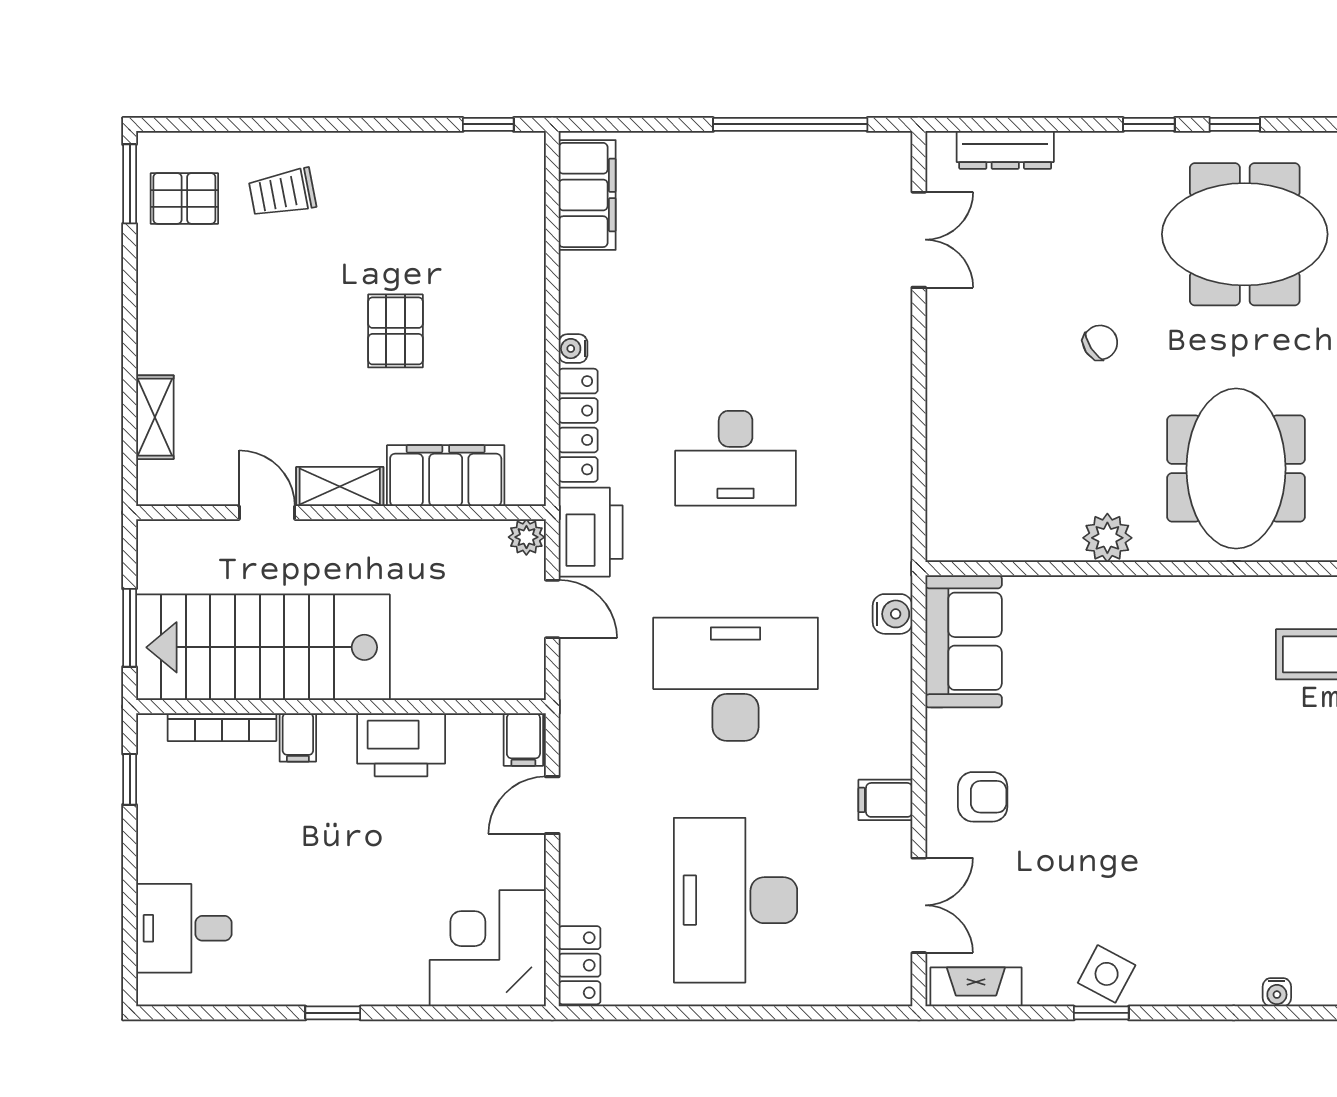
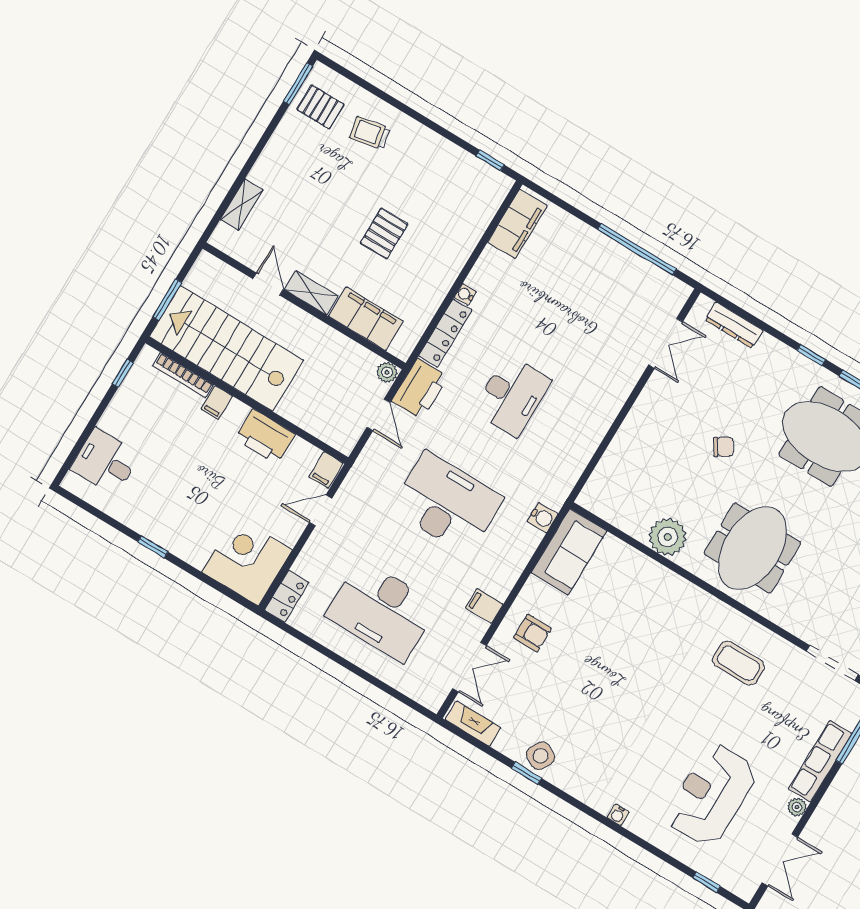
desk: (736, 458) -> (512, 396), turned -90
plant: (1107, 538) -> (668, 537), width x1.36, depth x1.36
desk: (736, 900) -> (382, 611), turned -90

